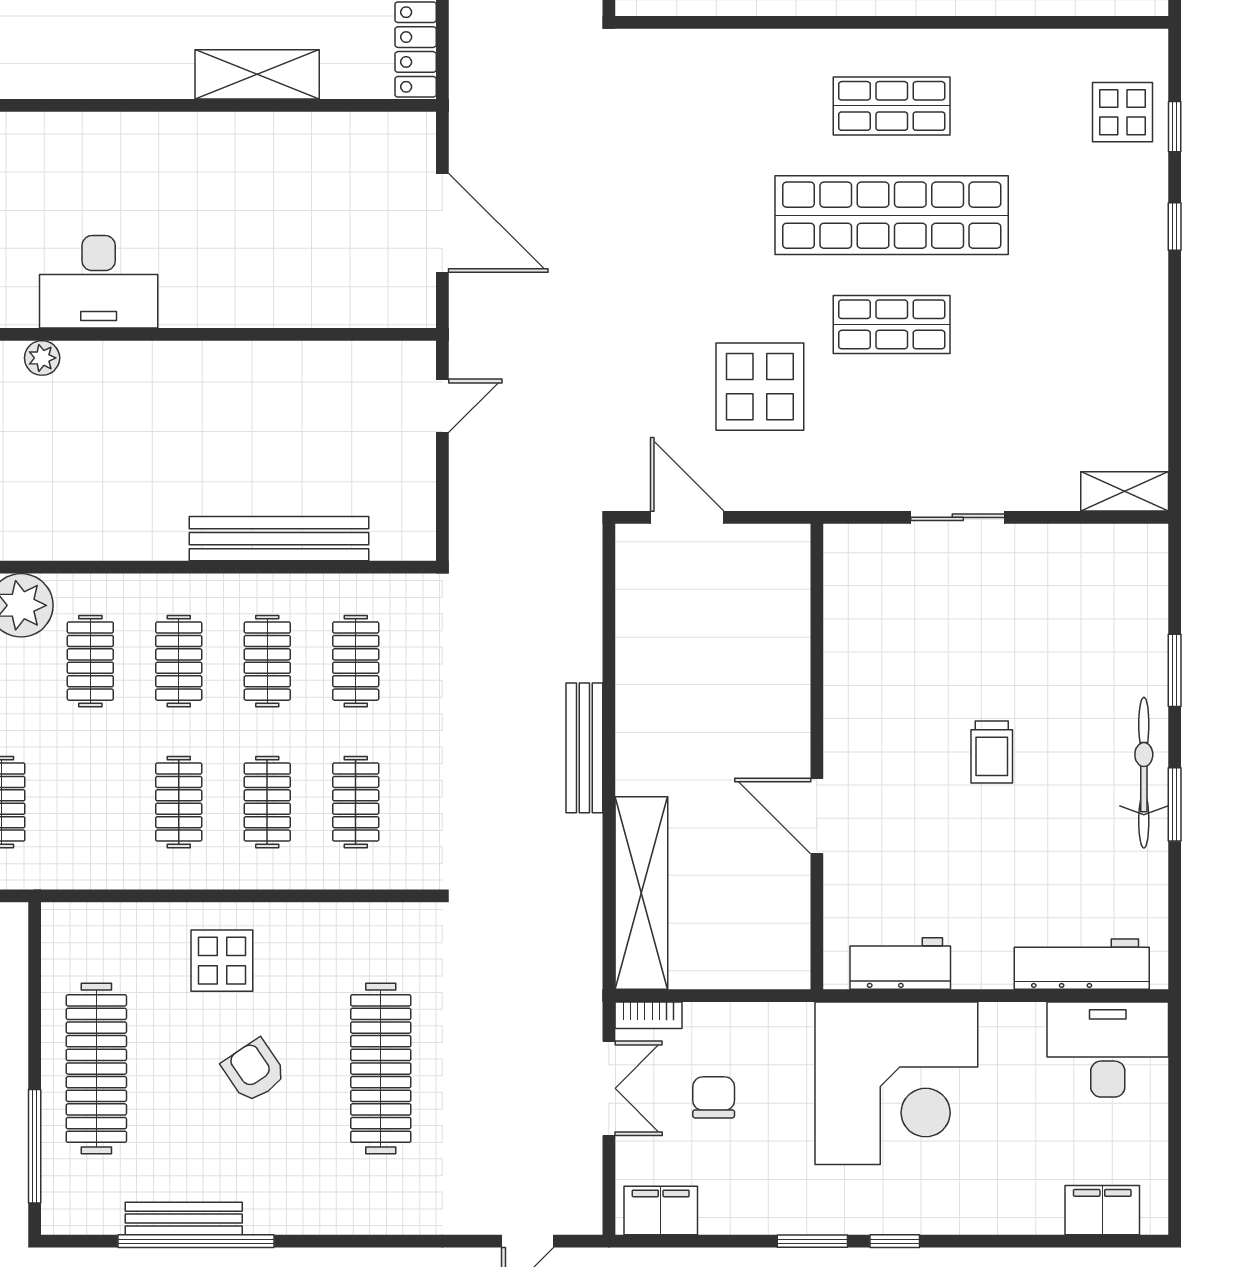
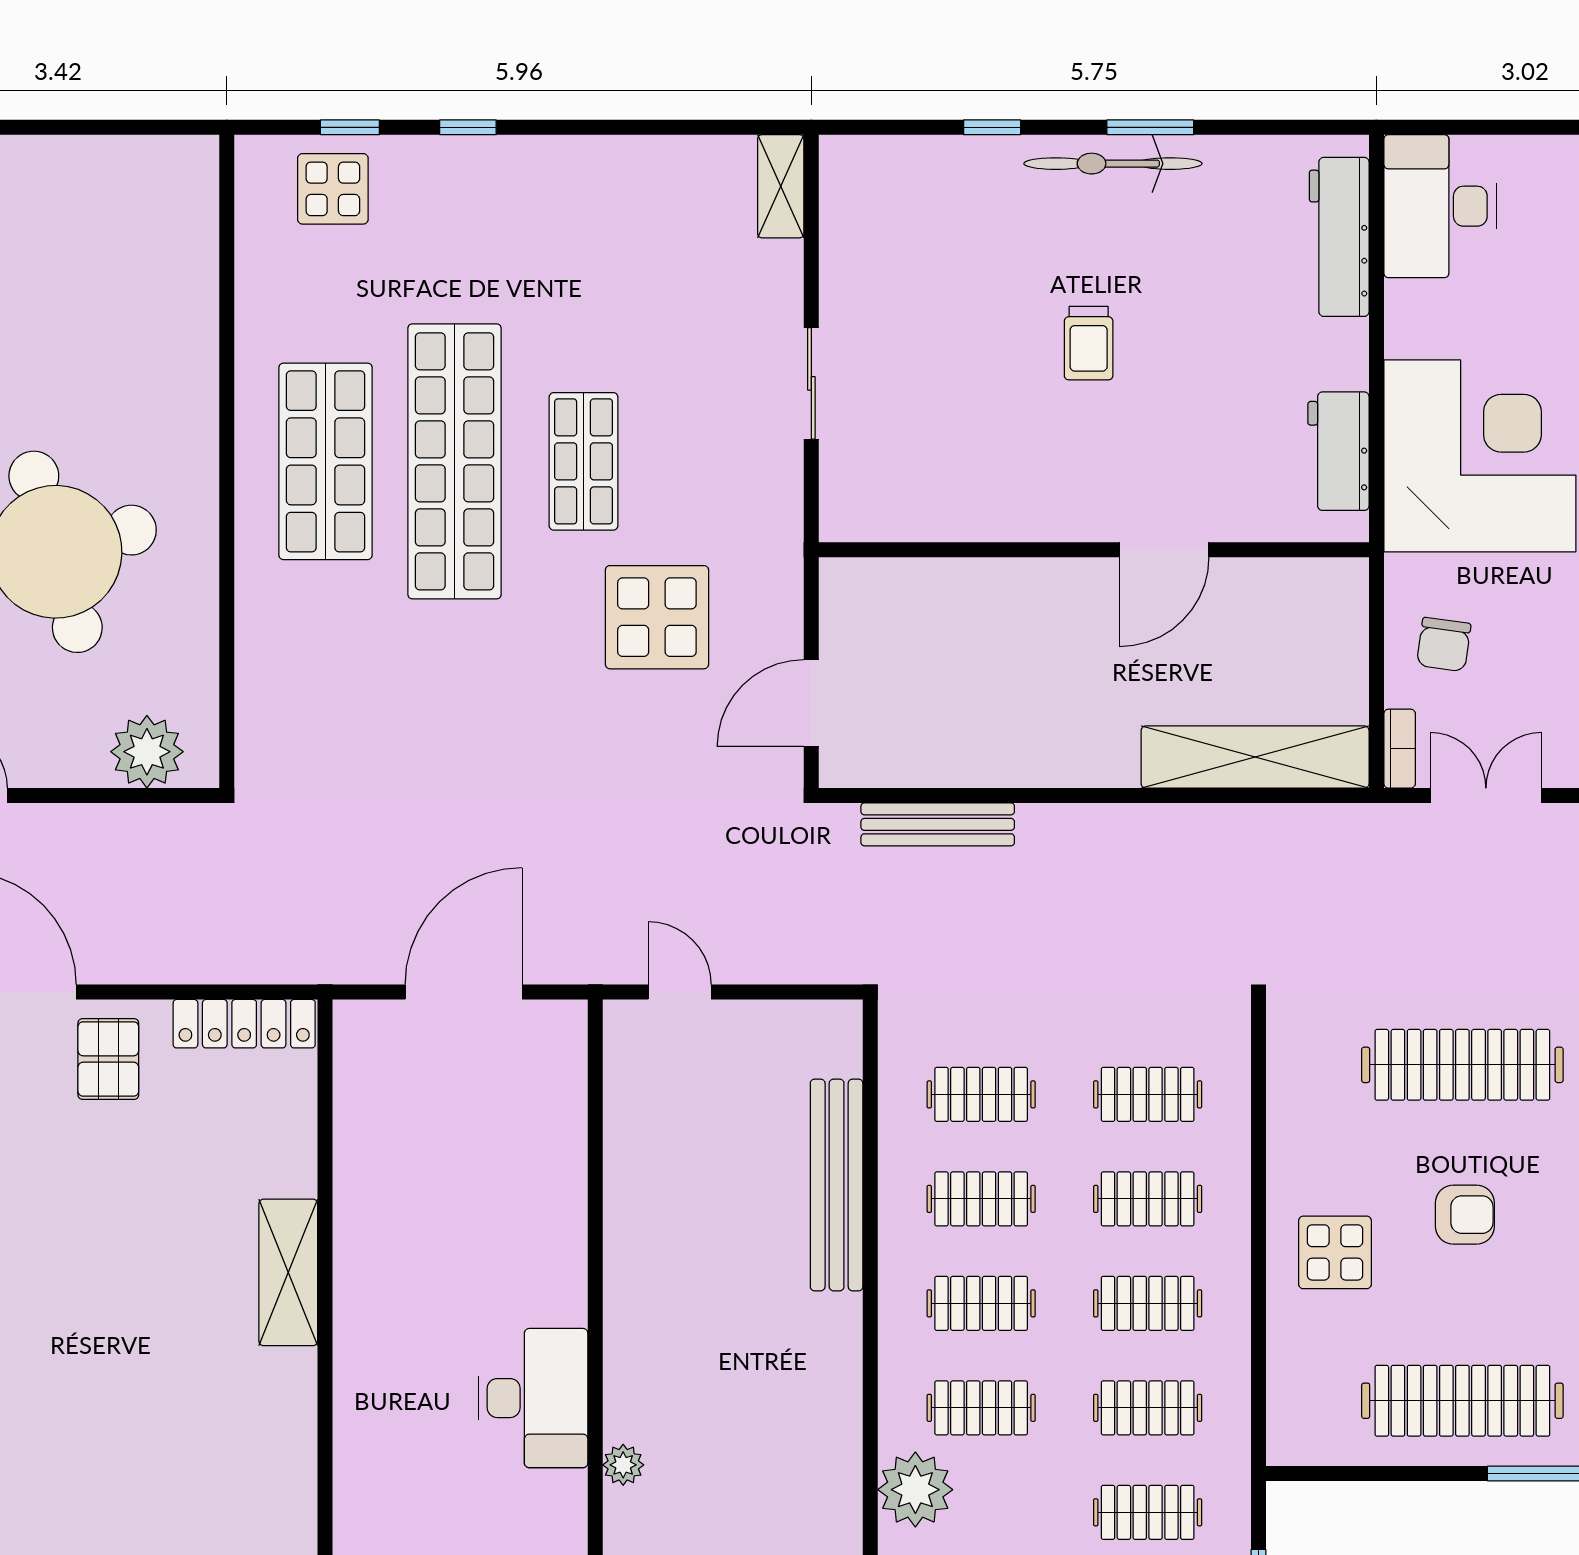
shelving: (257, 74) -> (288, 1272), moved
shop shelf: (892, 106) -> (326, 461), width x1.43, depth x1.36
window: (1175, 670) -> (992, 127), width x0.67
bench: (584, 748) -> (938, 824), moved
trolley: (992, 752) -> (1089, 343), turned 90
clothes rail: (90, 802) -> (1148, 1408), added
armchair: (254, 1071) -> (1465, 1215), turned -146
chair: (714, 1097) -> (1444, 644), moved, turned -82

